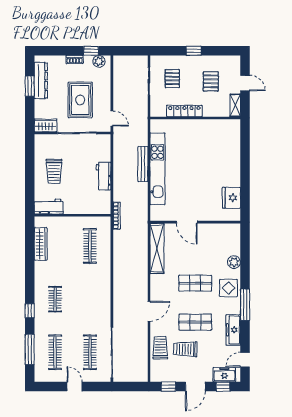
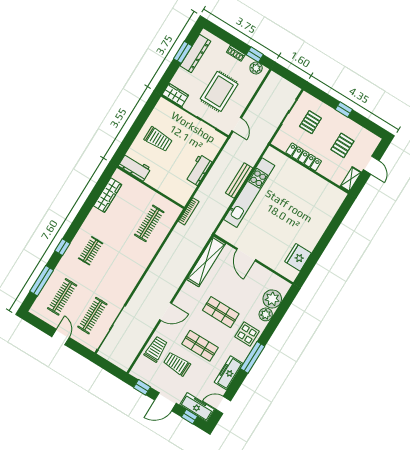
trolley: (54, 171) -> (158, 139), turned -90
plant: (231, 246) -> (272, 299), added
freezer: (224, 375) -> (197, 407), width x1.40

